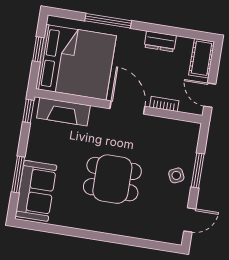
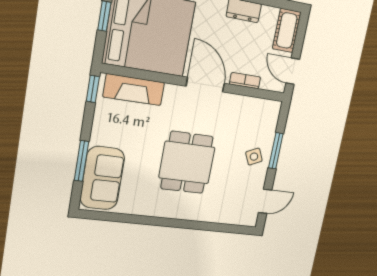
dining table: (112, 179) -> (187, 163), turned 90

